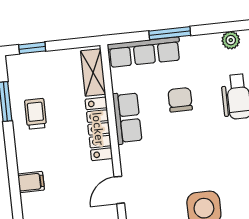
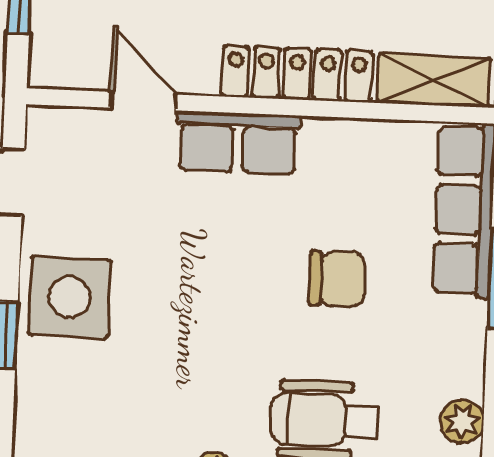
row of seats: (127, 118) -> (238, 143), moved

